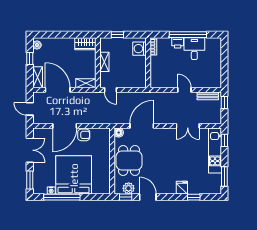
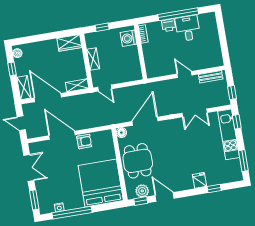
window: (224, 102) -> (232, 93), moved
door: (65, 126) -> (62, 135), swing flipped
bed: (74, 175) -> (101, 183), moved

